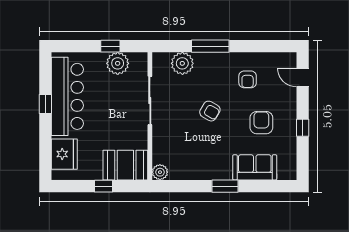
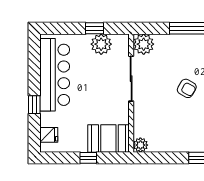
plant: (182, 63) -> (144, 44), moved
window: (45, 104) -> (34, 105), moved
fridge: (64, 154) -> (49, 135), width x0.53, depth x0.75

